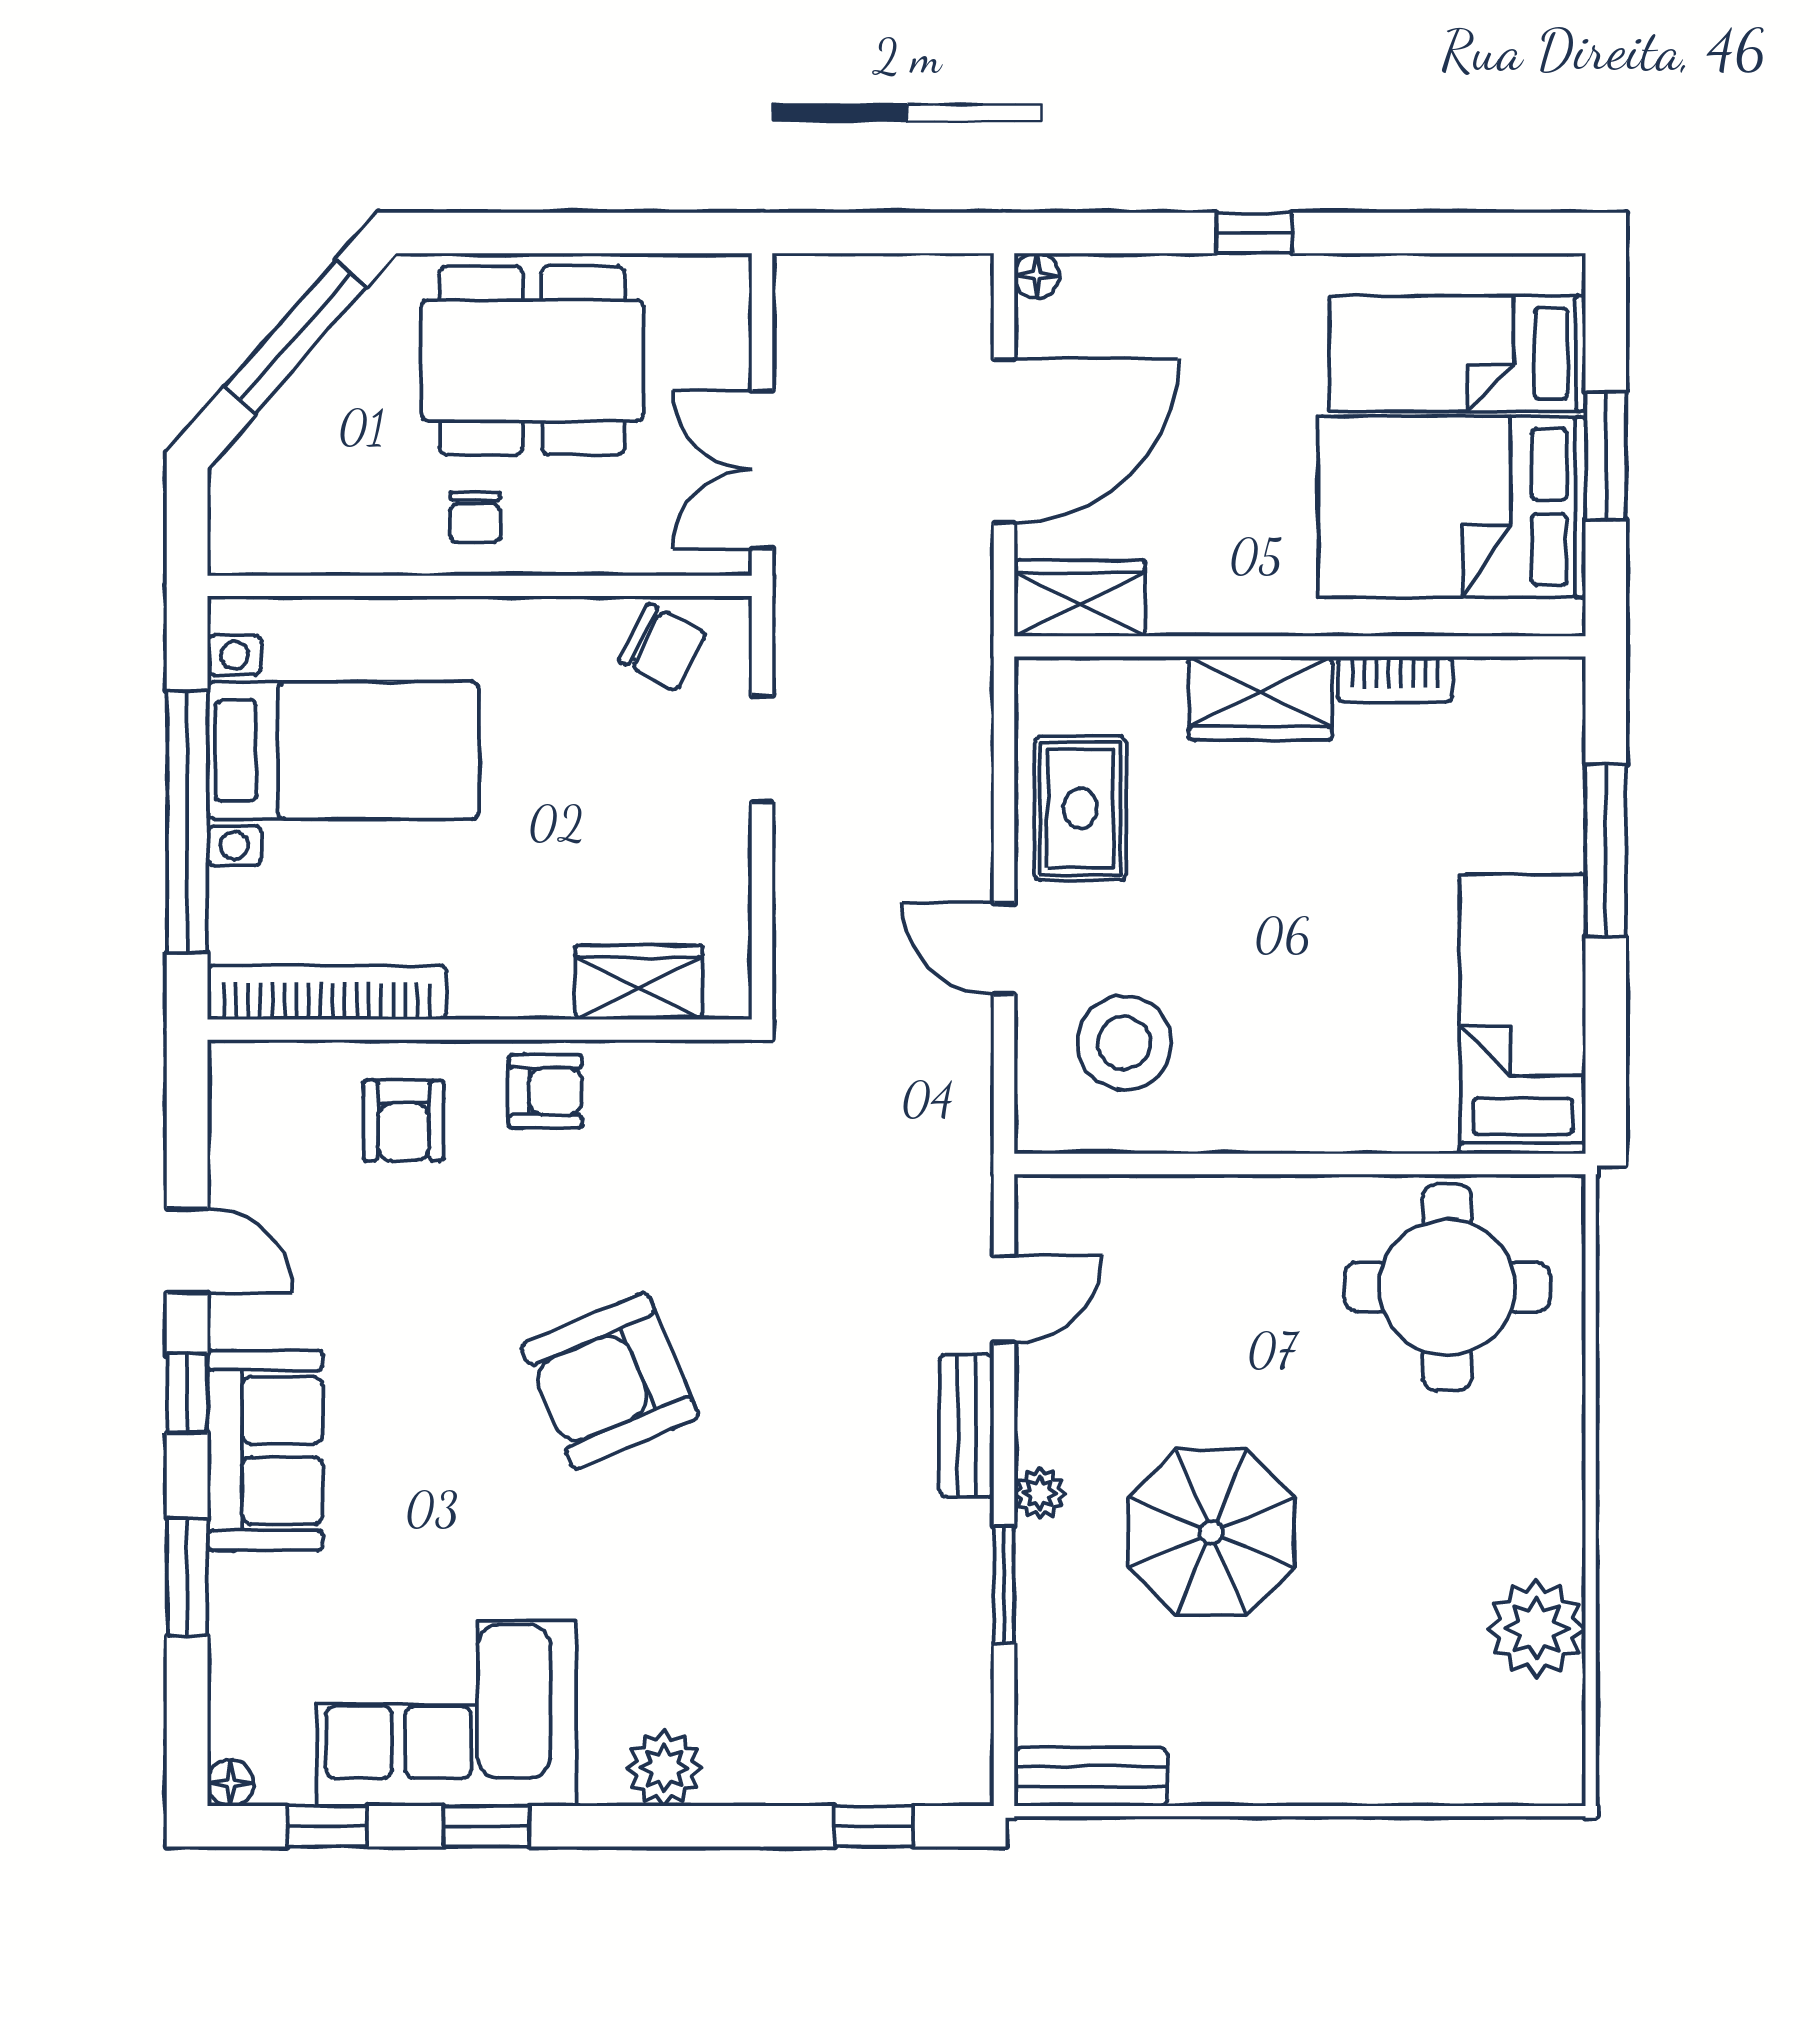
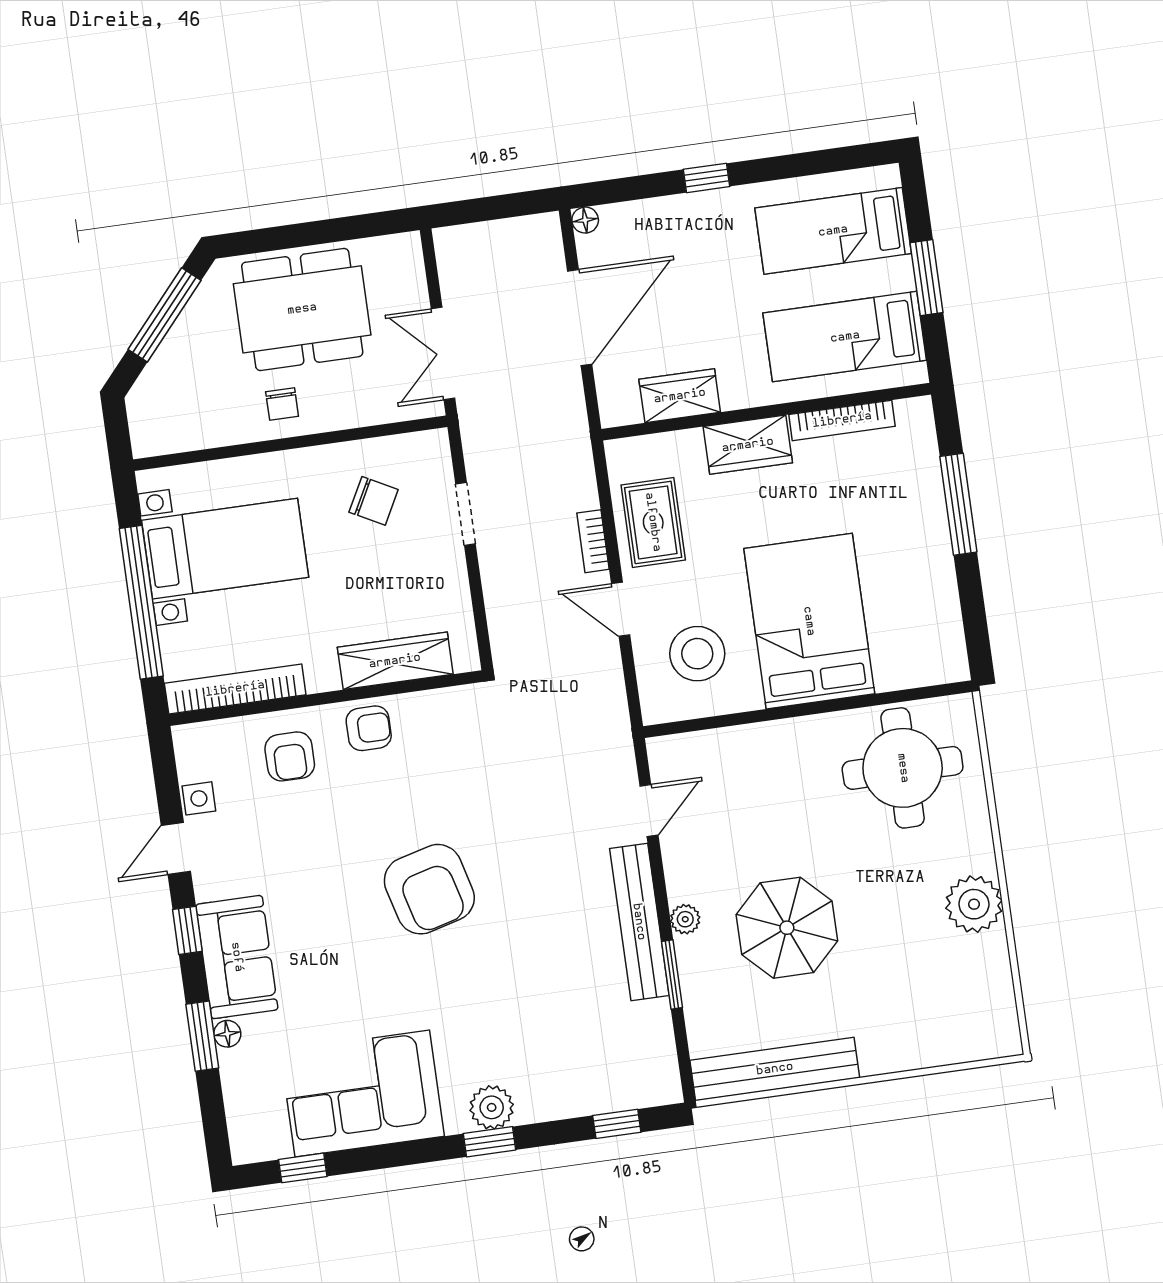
bed: (1452, 507) -> (845, 337), width x0.67
wardrobe: (1080, 598) -> (680, 396), moved
chair: (662, 647) -> (374, 501), moved
bookcase: (1395, 679) -> (842, 420), width x1.56
bookcase: (973, 826) -> (593, 541), added
wardrobe: (639, 983) -> (395, 661), width x1.50
bed: (1523, 1014) -> (809, 621), moved, width x1.50
side table: (239, 1170) -> (199, 798), added
door: (187, 1250) -> (176, 849), swing flipped
armchair: (610, 1381) -> (429, 889), turned -82
bench: (967, 1426) -> (639, 922), width x1.86, depth x1.21
plant: (1536, 1628) -> (974, 904), moved
bench: (1091, 1777) -> (775, 1069), width x1.86, depth x1.21
floor lamp: (231, 1783) -> (227, 1034), moved
window: (486, 1826) -> (489, 1142), moved

